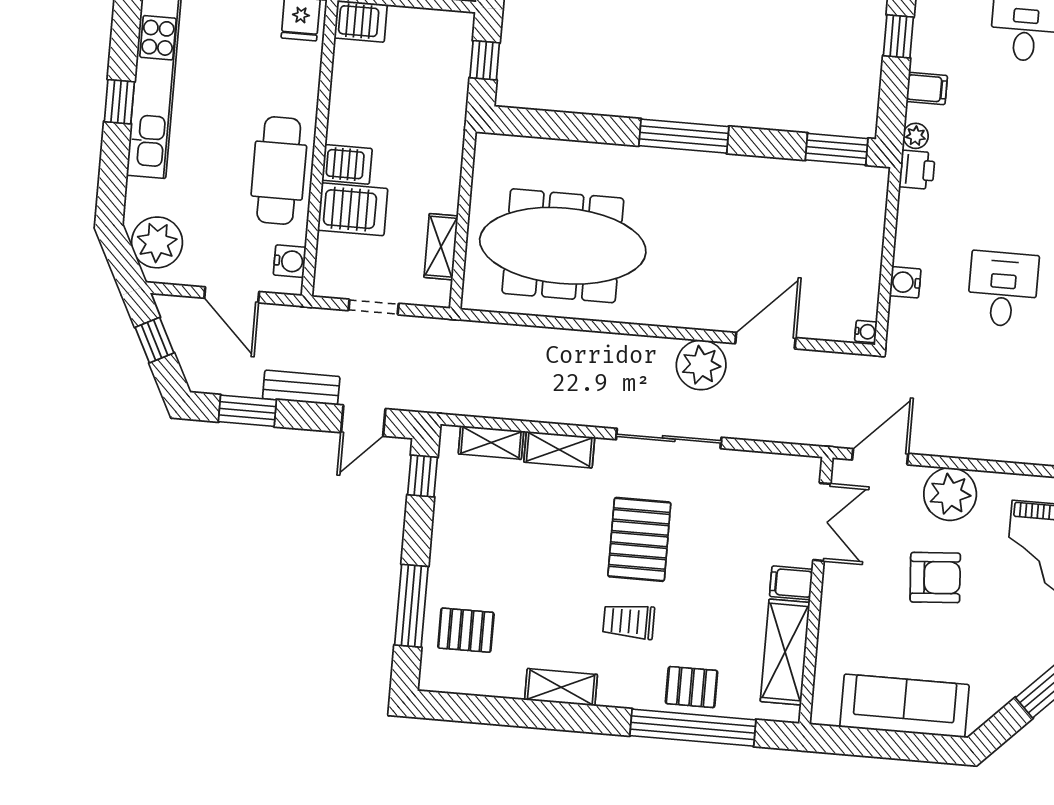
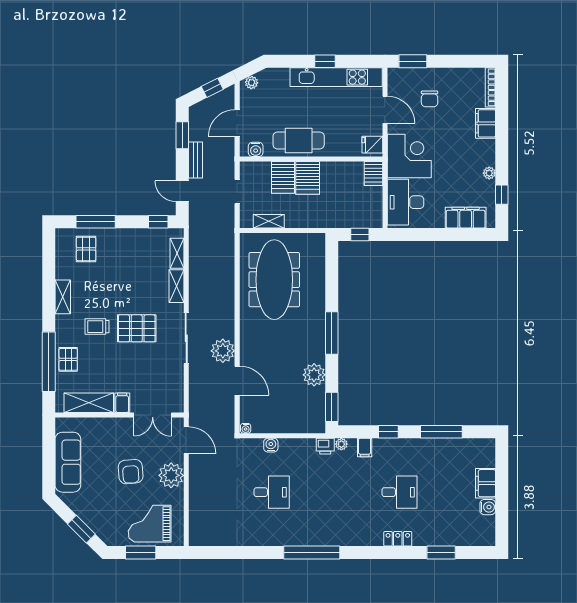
server rack: (347, 164) -> (308, 178), width x1.36, depth x1.44
plant: (767, 180) -> (314, 375), added
plant: (157, 242) -> (252, 83), width x0.53, depth x0.53
trolley: (629, 621) -> (97, 327), turned -90

